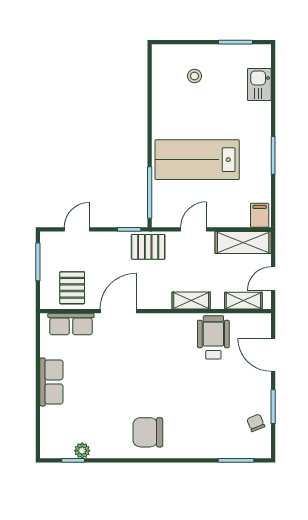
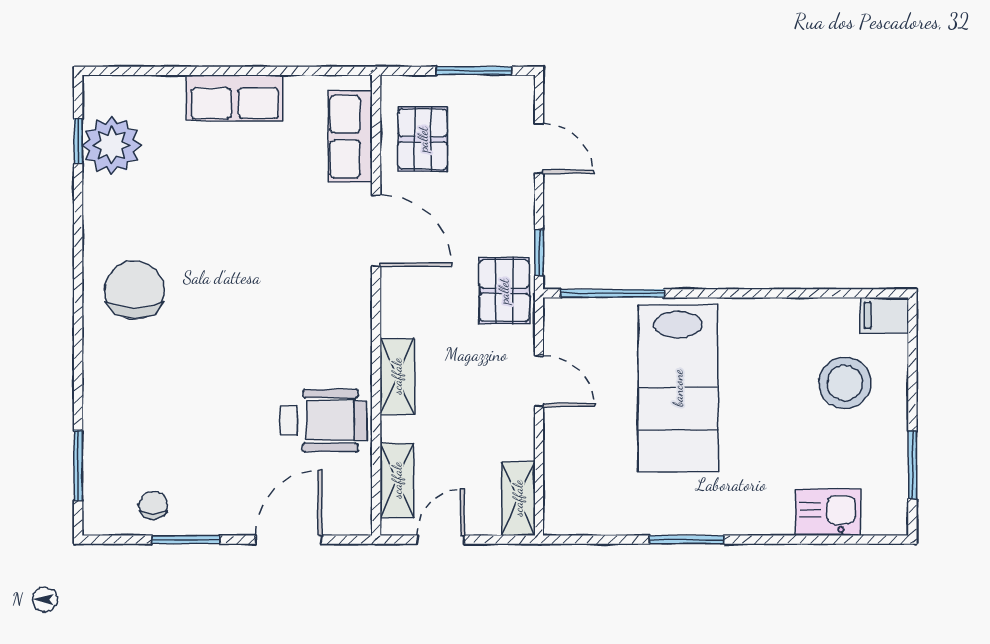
stool: (194, 76) -> (845, 383), width x1.89, depth x1.89
lab bench: (197, 160) -> (678, 388), turned 180
filing cabinet: (260, 215) -> (884, 315), moved, turned 180
shelving: (243, 243) -> (518, 498), width x0.67, depth x0.75
door: (273, 279) -> (440, 540), hinge flipped
pallet: (72, 288) -> (423, 139), turned 90
chair: (256, 423) -> (153, 505), turned -68
plant: (82, 451) -> (112, 145), width x1.87, depth x1.87

